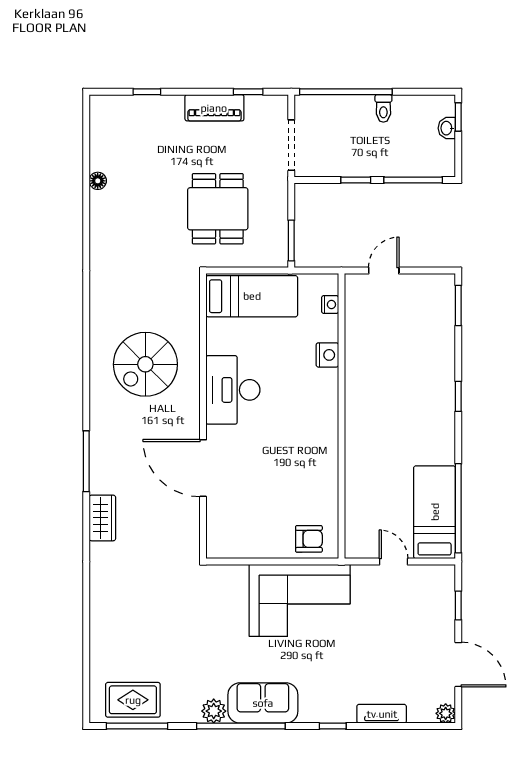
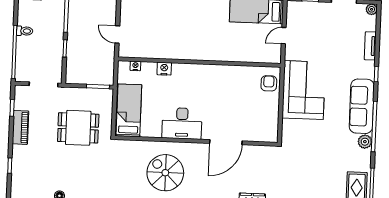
spiral stairs: (145, 364) -> (165, 173), turned 180
sofa: (263, 703) -> (362, 106), width x1.36

